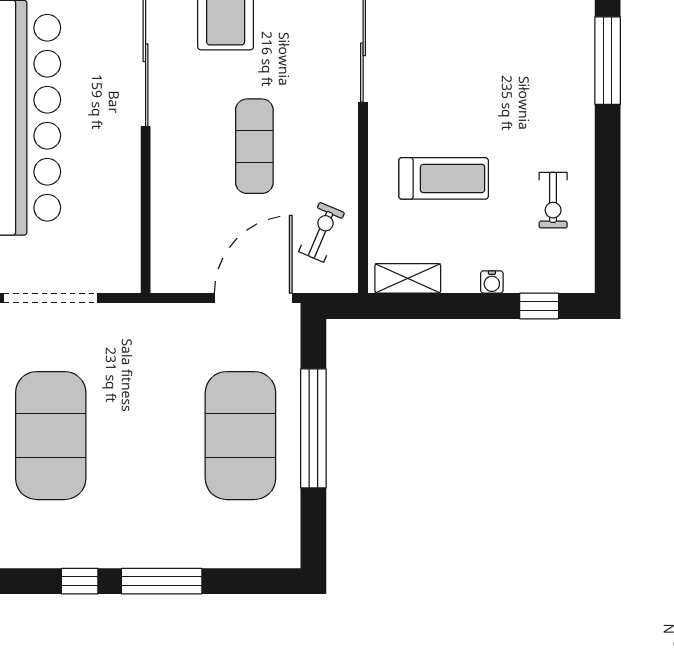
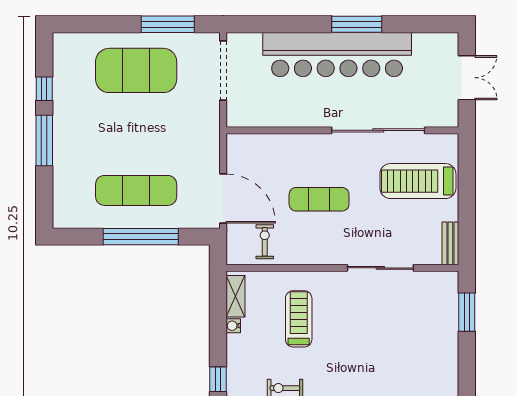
treadmill: (444, 178) -> (299, 319), turned 180
exercise bike: (322, 232) -> (265, 242), turned -113
water cooler: (492, 282) -> (233, 326), moved
exercise mat: (240, 436) -> (136, 190), width x0.68

